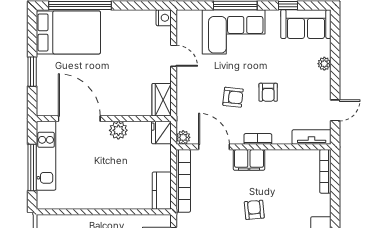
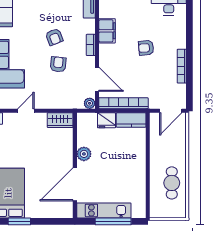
window: (32, 72) -> (19, 221), moved
armchair: (268, 92) -> (54, 37), turned 69
fridge: (161, 133) -> (106, 120), moved
door: (214, 147) -> (97, 79), swing flipped
filing cabinet: (249, 160) -> (107, 31), moved

